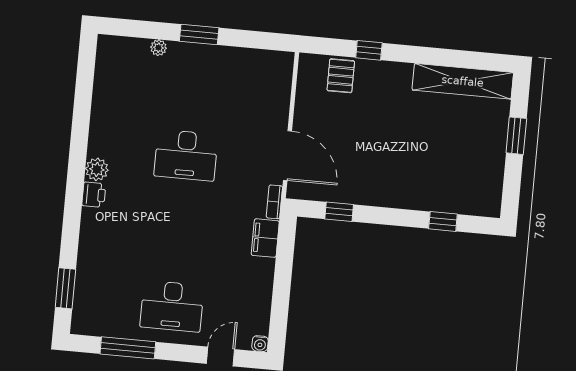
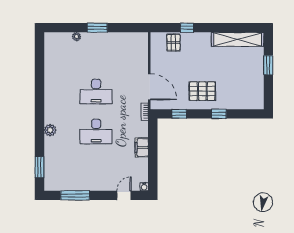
plant: (97, 169) -> (50, 130), moved
pallet: (387, 173) -> (202, 91), added
printer: (94, 195) -> (50, 117), removed
window: (443, 221) -> (219, 114), moved
filing cabinet: (265, 238) -> (142, 147), moved
desk: (172, 306) -> (96, 131), moved

